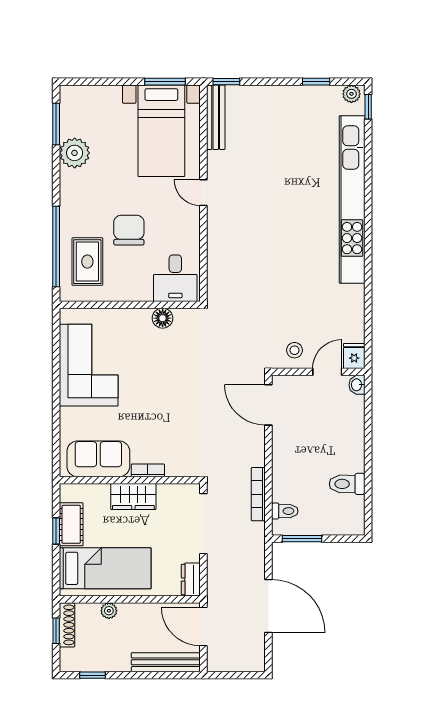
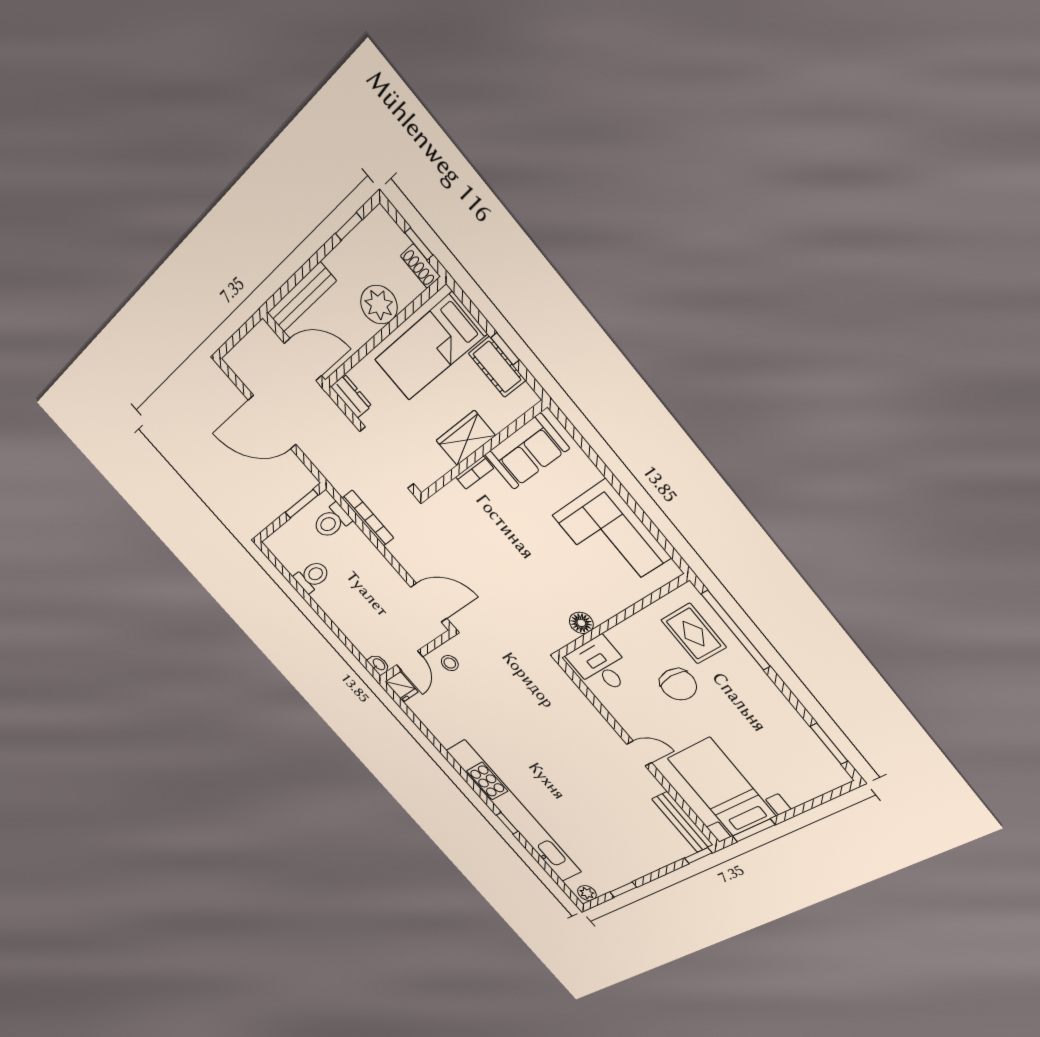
window: (368, 107) -> (507, 823), moved
plant: (75, 153) -> (789, 727), removed
toilet: (285, 511) -> (332, 521), width x1.37, depth x1.39
plant: (109, 611) -> (379, 305), width x1.88, depth x1.88
shoe rack: (67, 625) -> (420, 266), width x0.70

